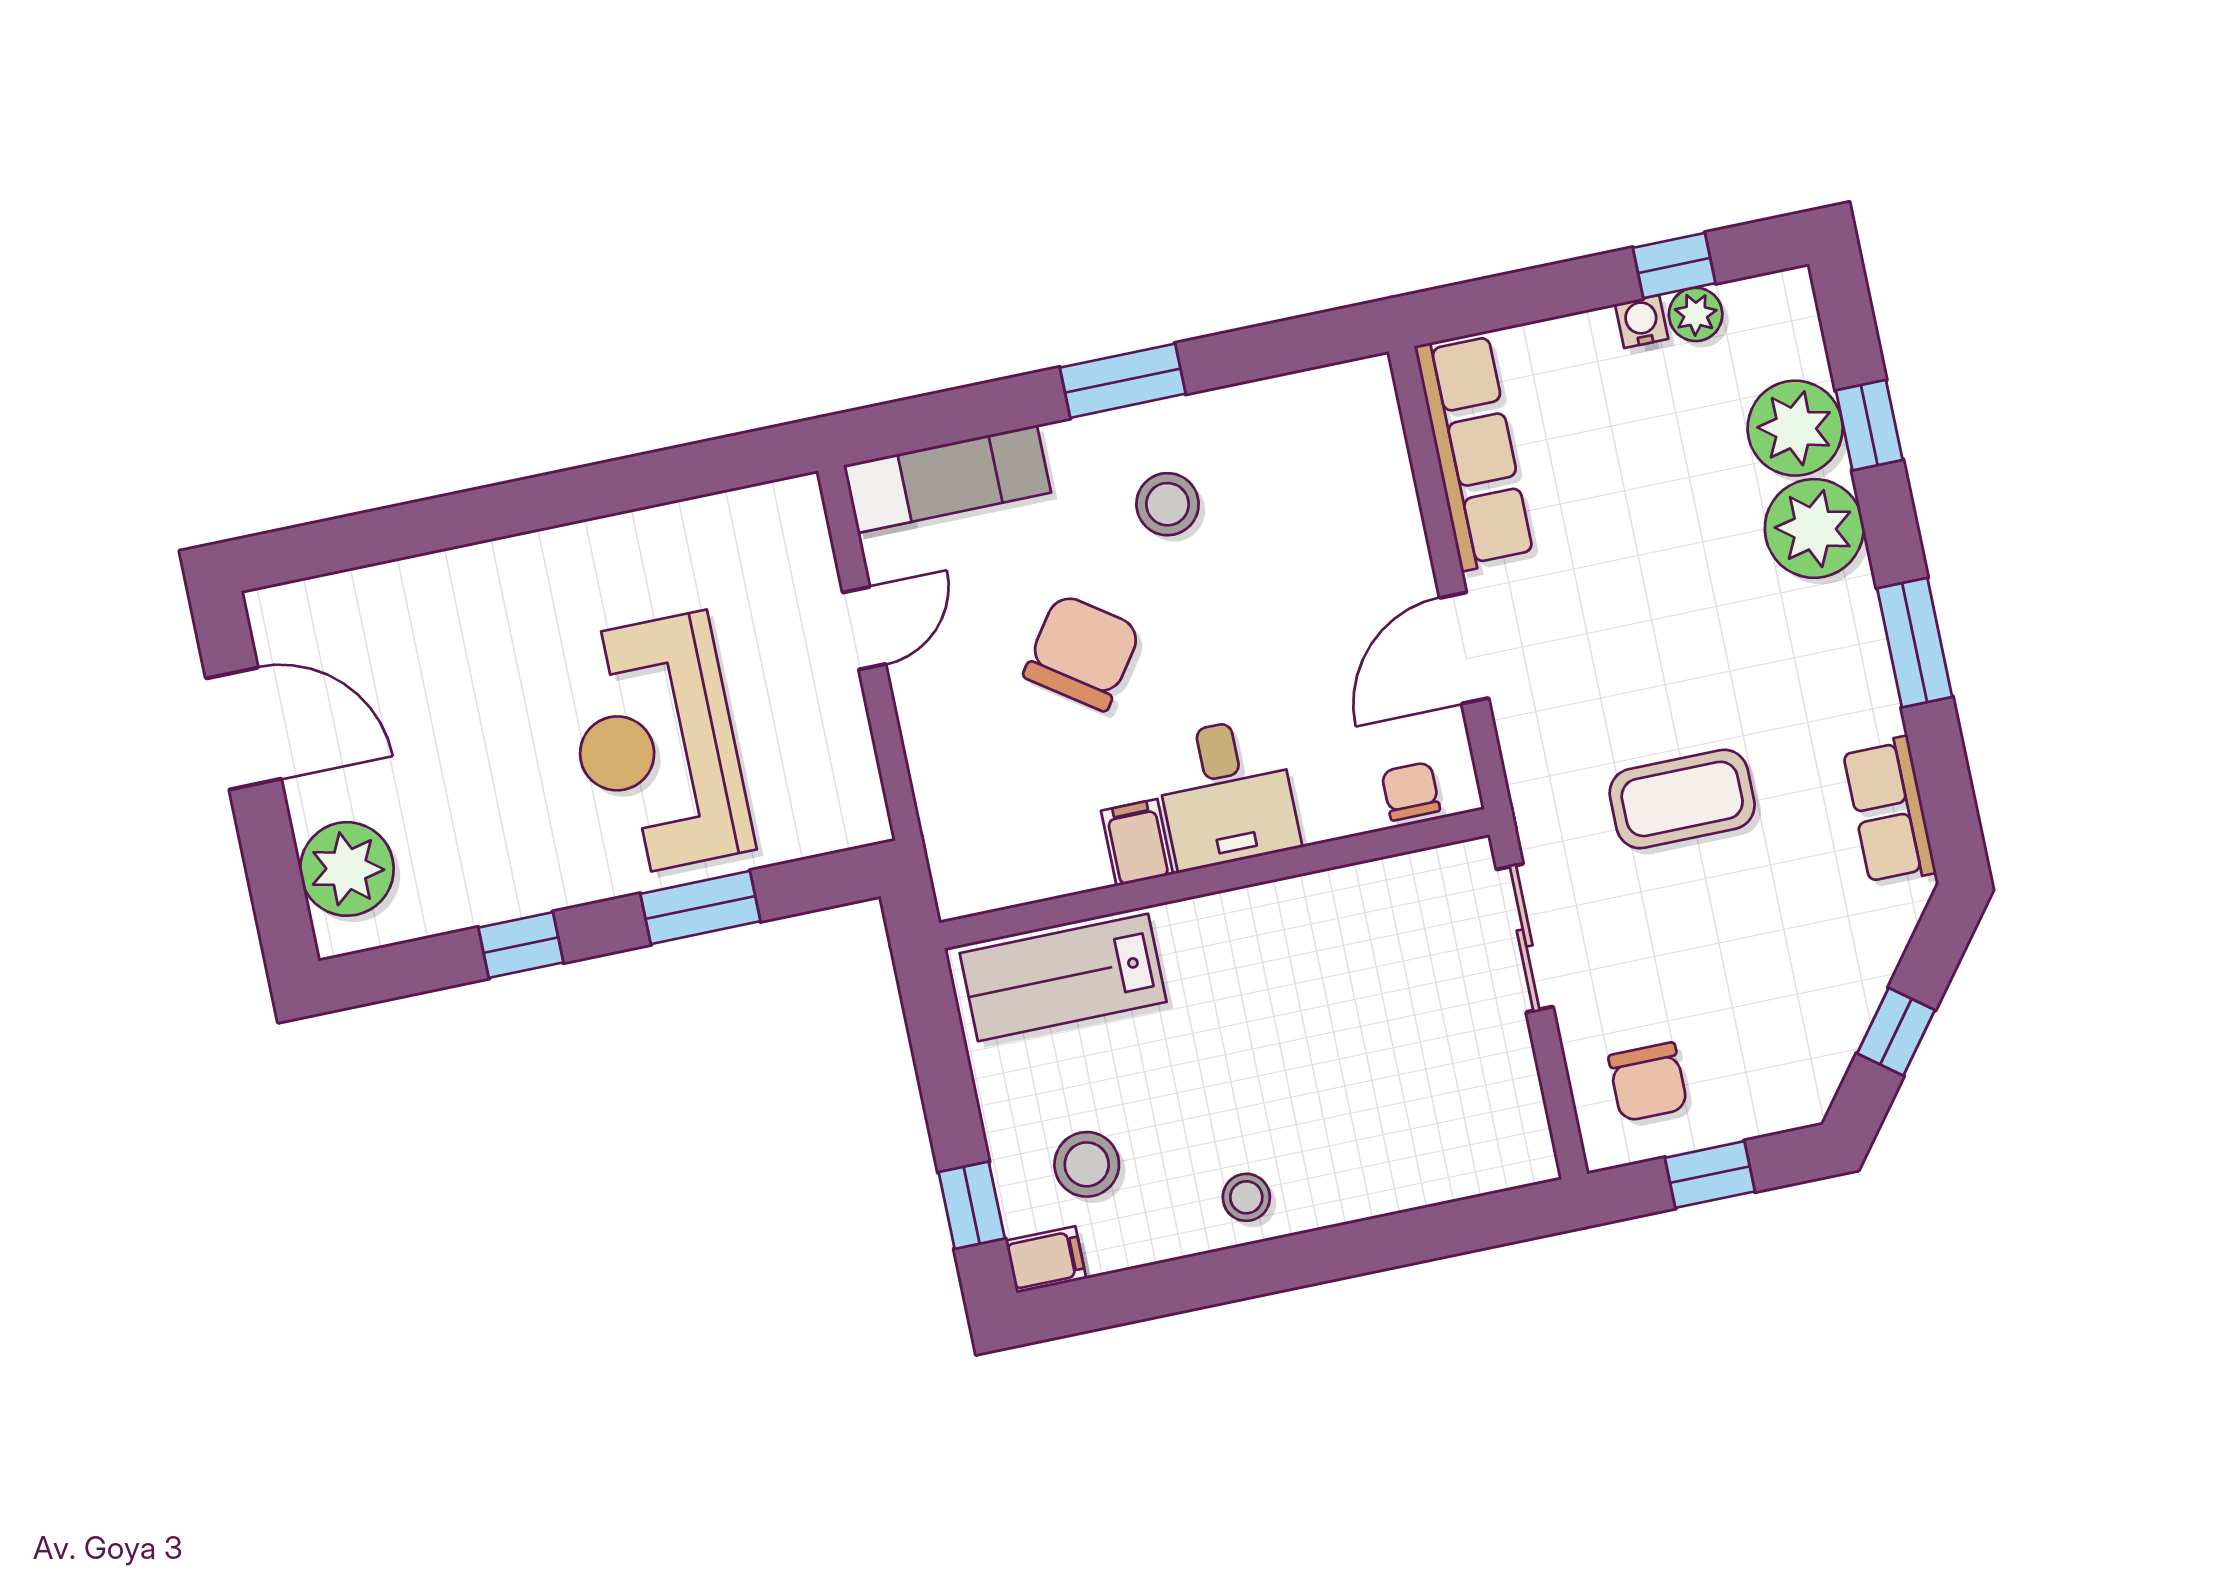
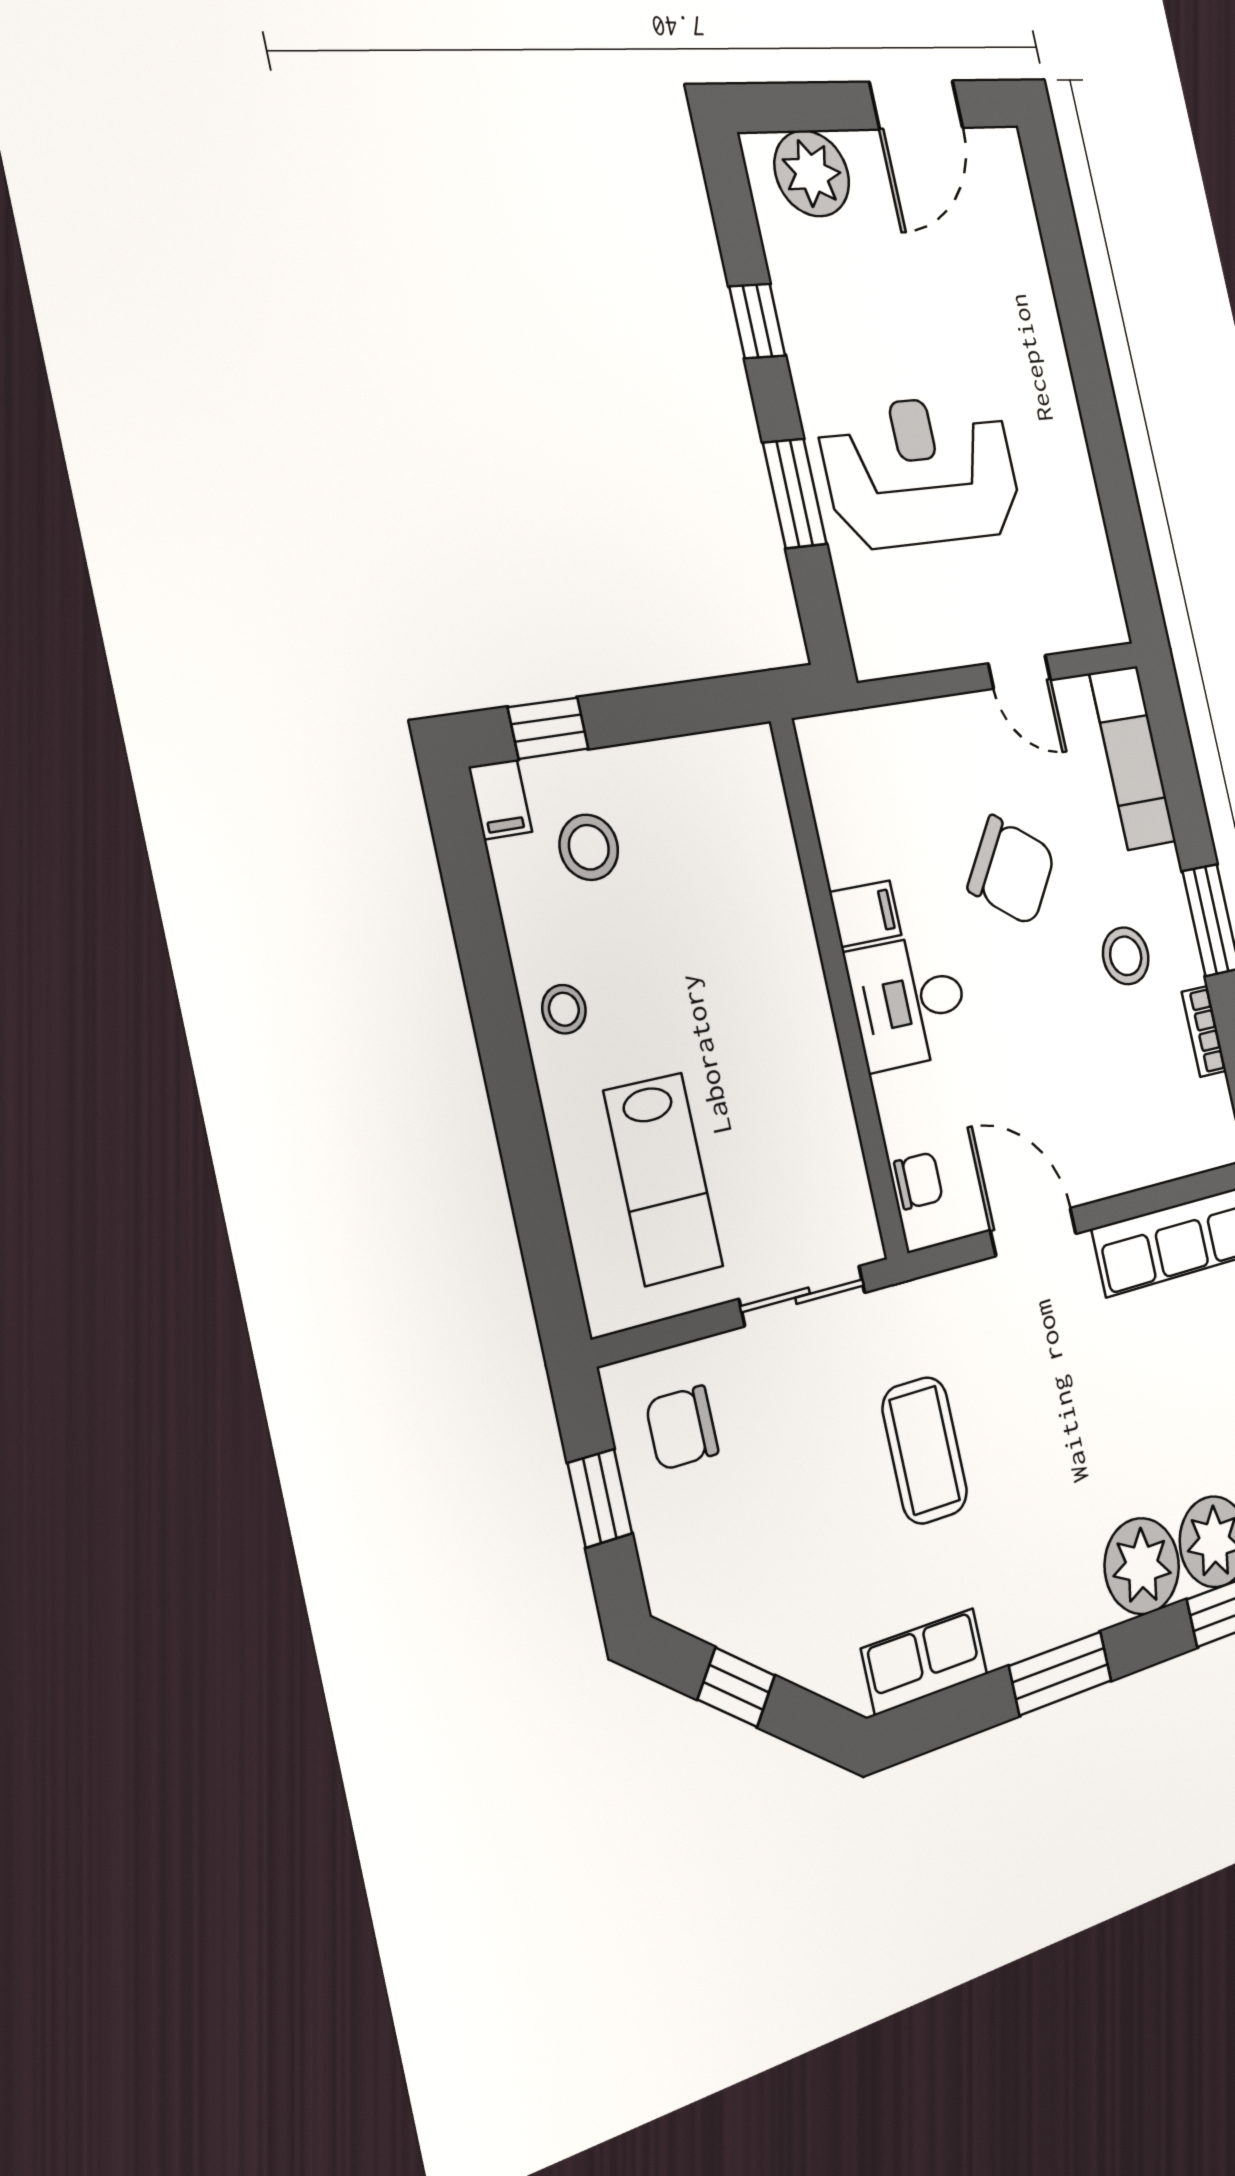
bookcase: (1247, 400) -> (1204, 1031), added
lab bench: (1063, 977) -> (663, 1179), moved, turned 180

